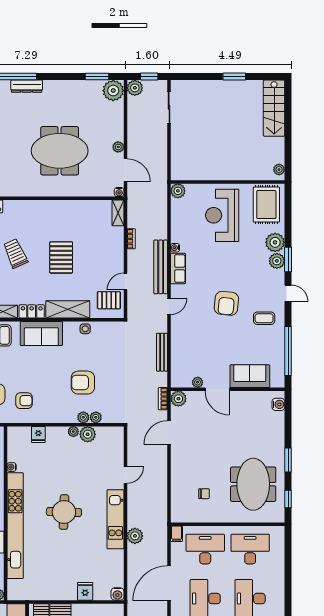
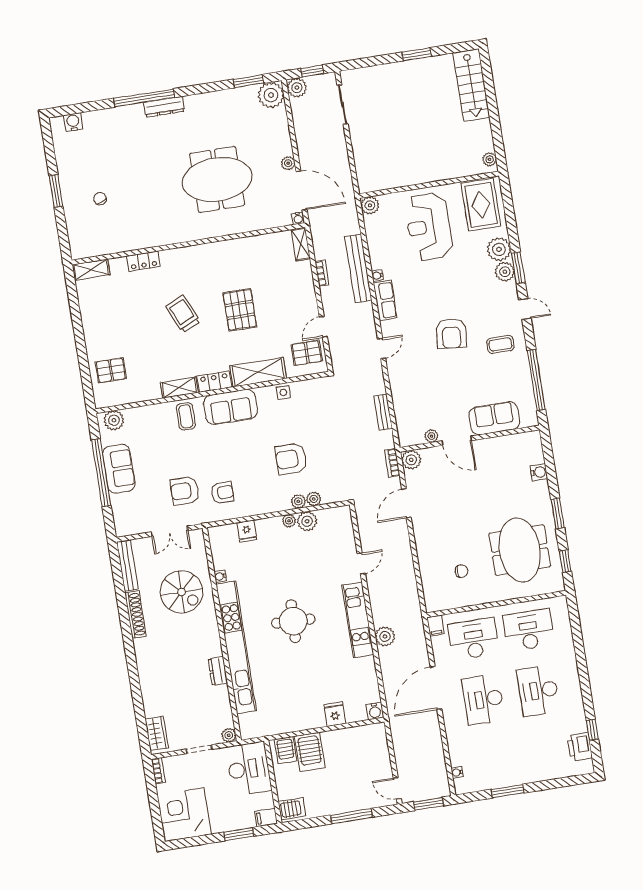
door: (125, 170) -> (301, 190), width x1.36
bench: (161, 267) -> (358, 268), moved
bench: (162, 352) -> (383, 412), width x0.73
water cooler: (278, 404) -> (539, 472), moved

